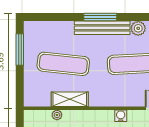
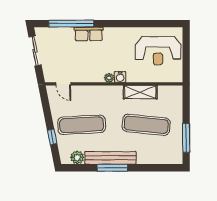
plant: (57, 115) -> (109, 78), moved
water cooler: (121, 116) -> (120, 77), moved

